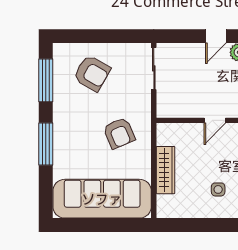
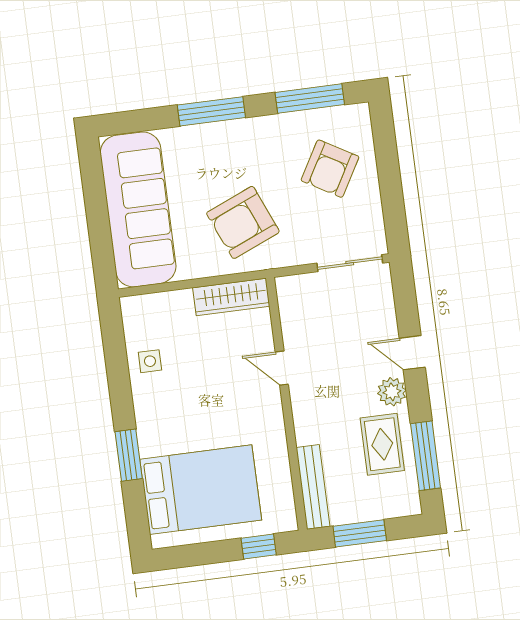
armchair: (119, 133) -> (243, 222), width x1.36, depth x1.36
wardrobe: (165, 170) -> (231, 297), moved
side table: (218, 189) -> (150, 361), moved

